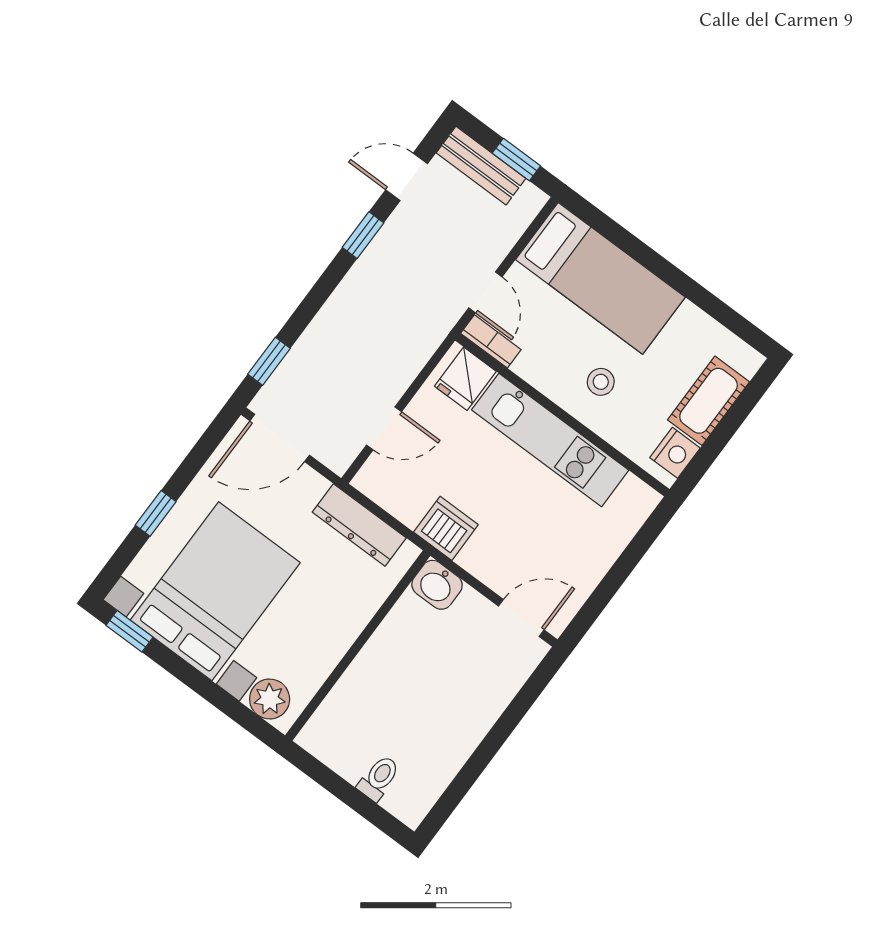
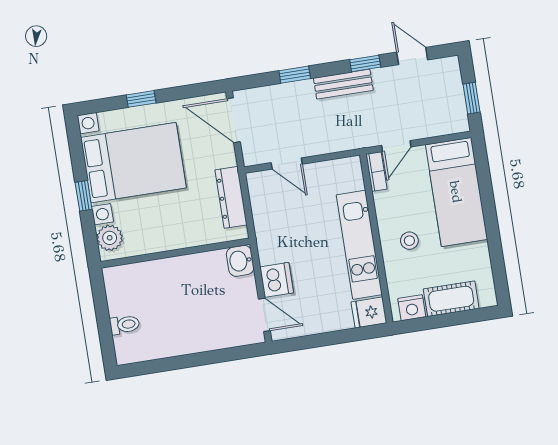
bench: (481, 166) -> (343, 84), moved, turned 90
window: (269, 361) -> (295, 75), moved
fridge: (465, 379) -> (369, 312), moved
dishwasher: (446, 528) -> (277, 280), moved
window: (130, 631) -> (84, 196), moved

